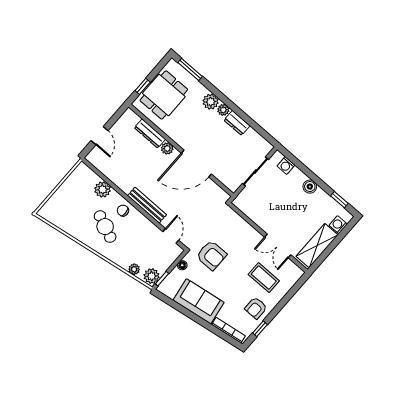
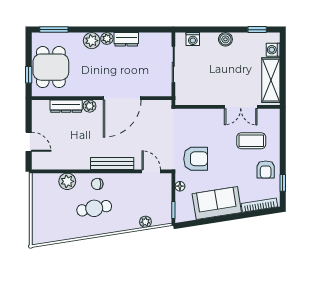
cafe table: (105, 227) -> (94, 208), turned -33
plant: (152, 276) -> (164, 215), removed

